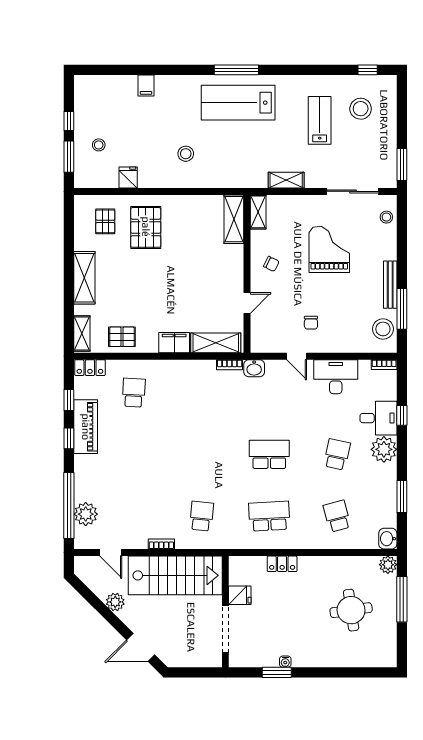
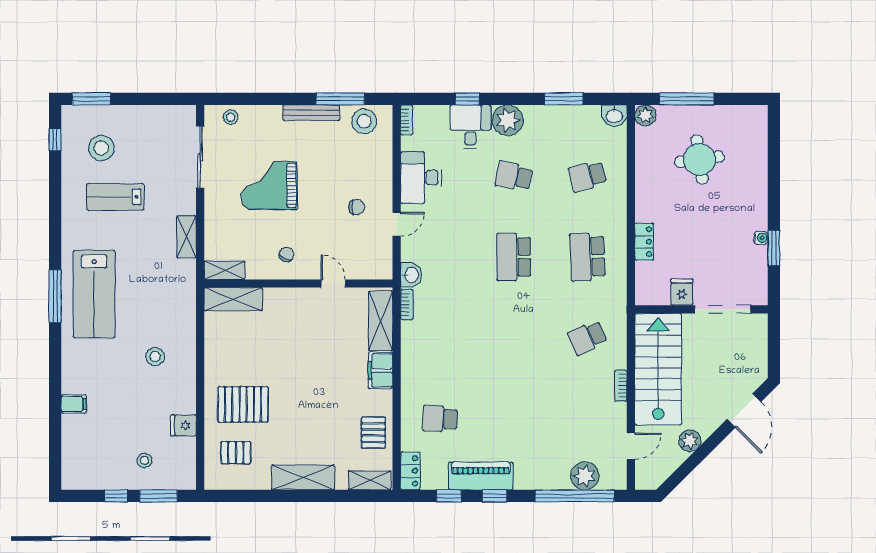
window: (402, 165) -> (91, 99), moved
school desk: (201, 516) -> (587, 338), turned -30

